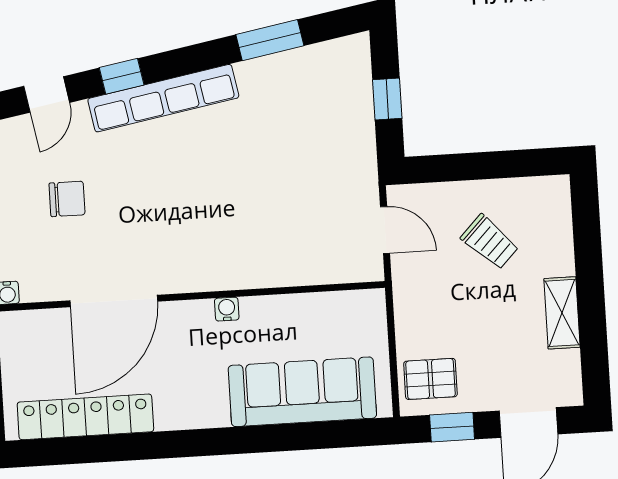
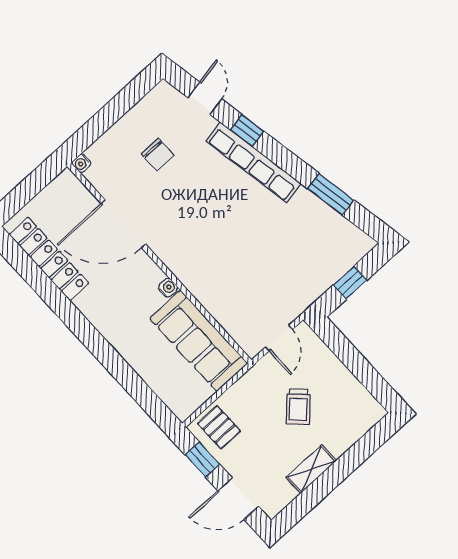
door: (47, 94) -> (205, 98), swing flipped
trolley: (490, 242) -> (298, 407), moved
sofa: (302, 392) -> (199, 341), moved, turned 180

